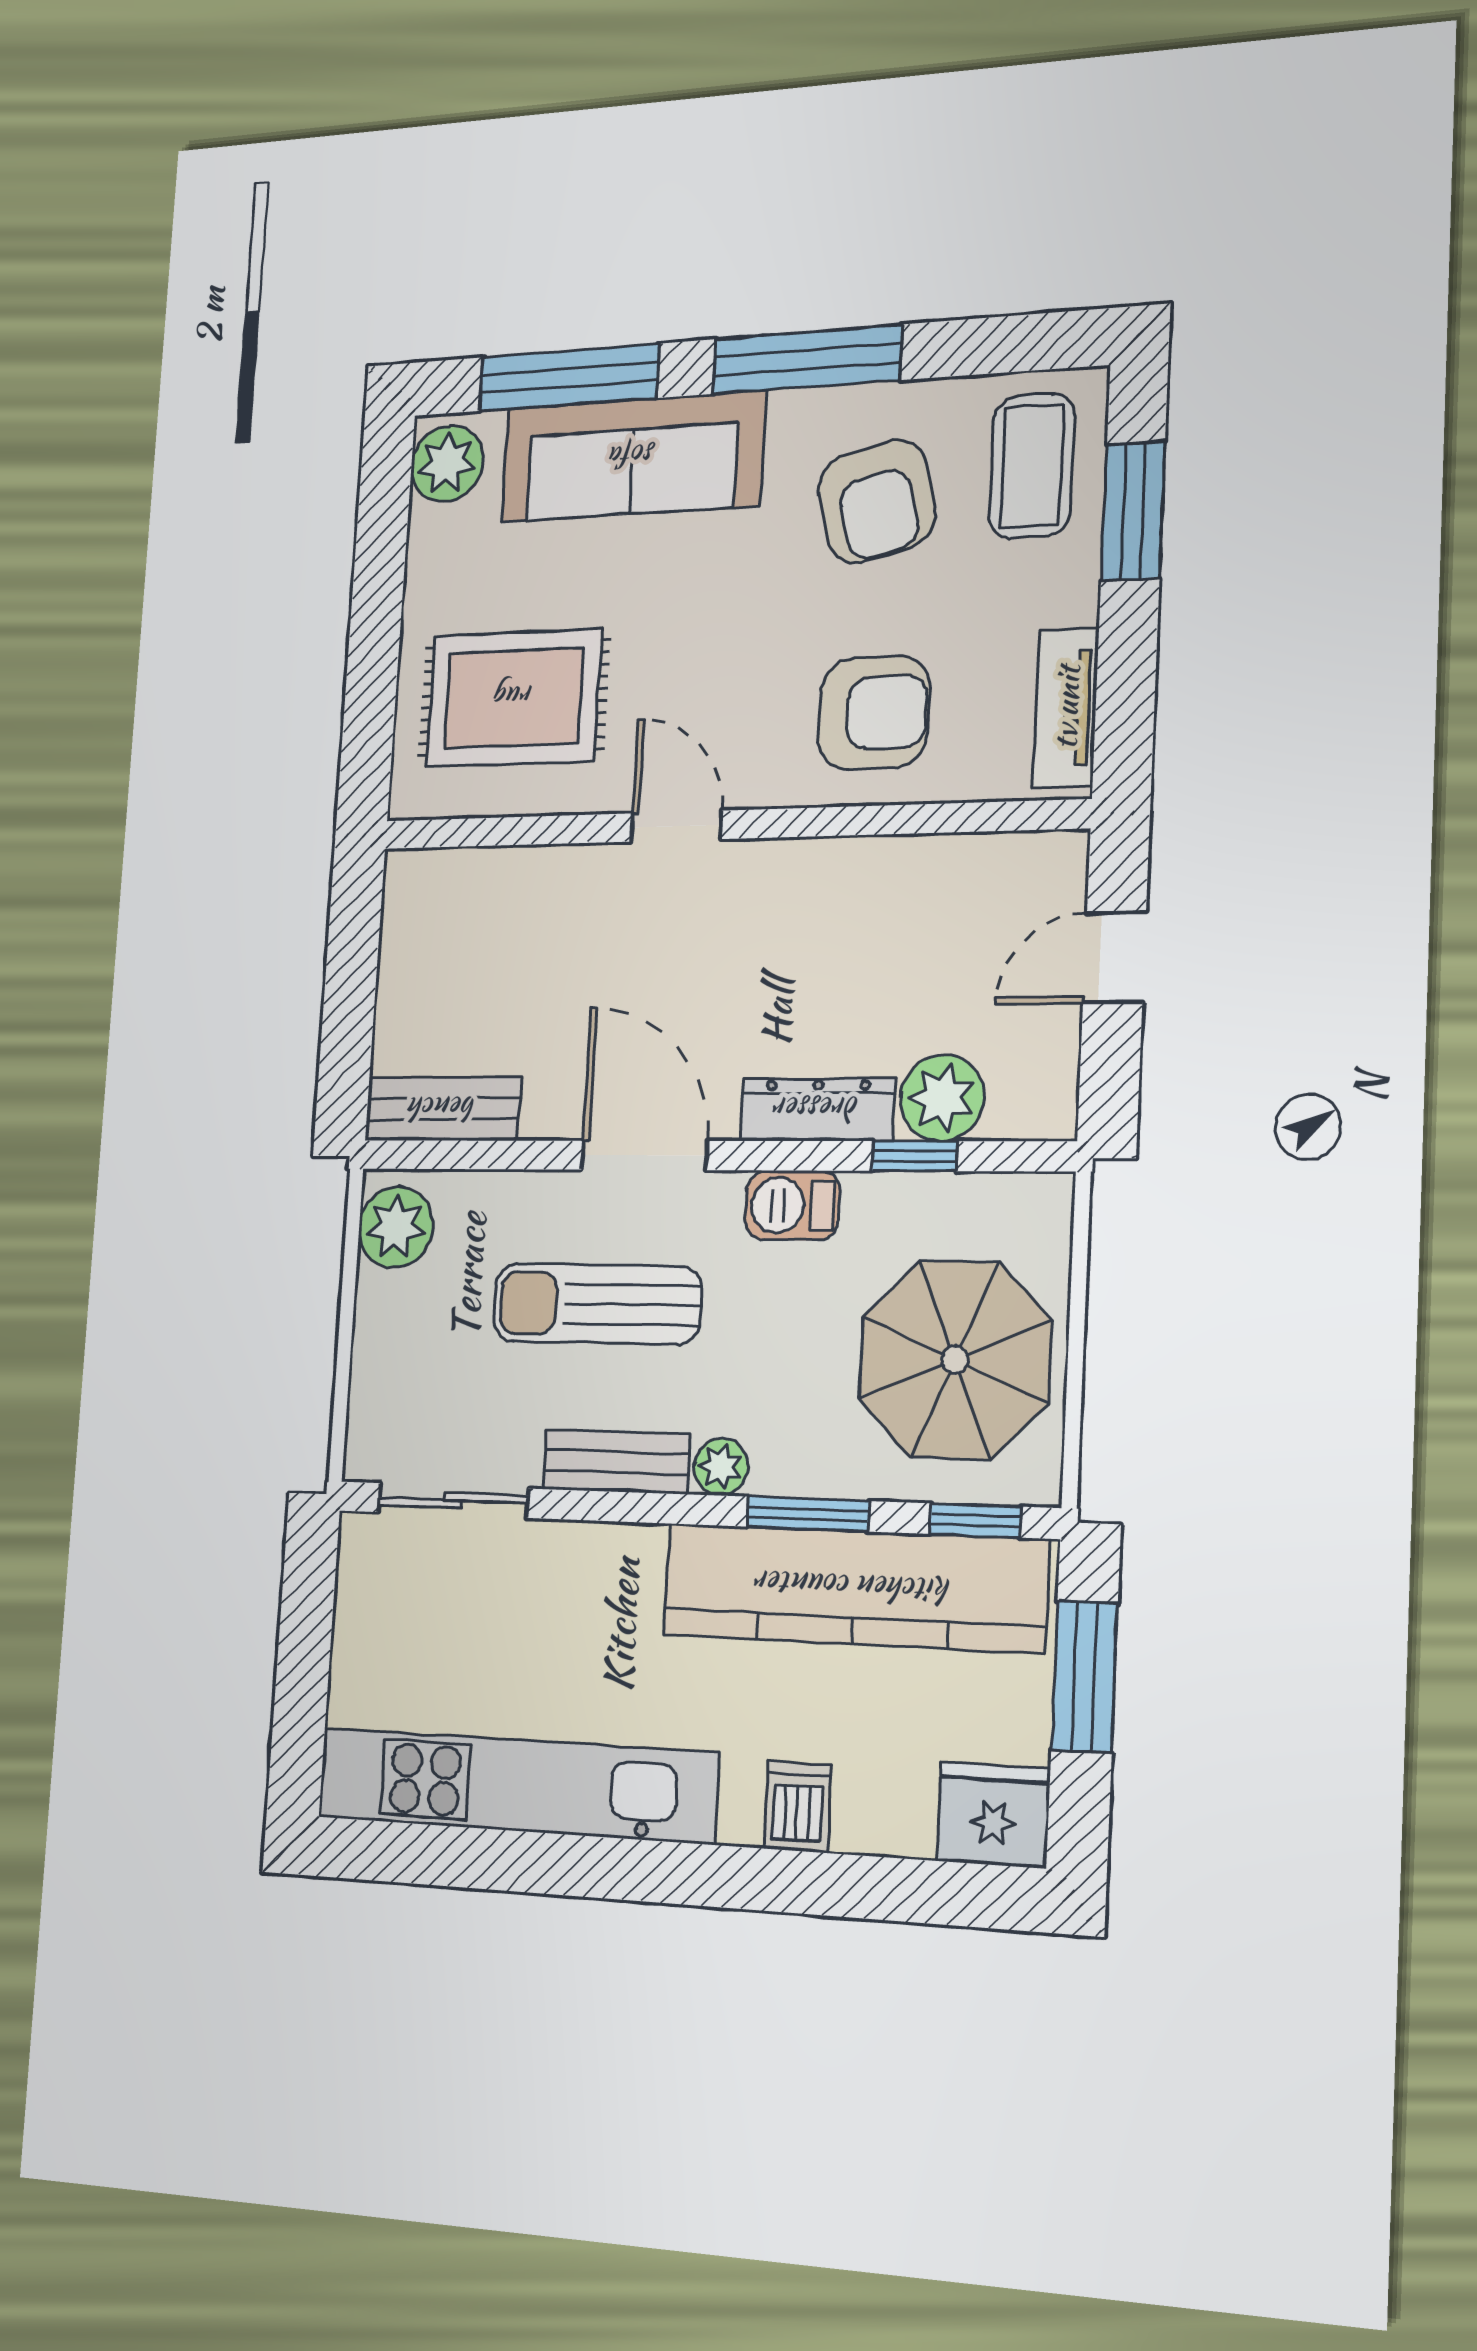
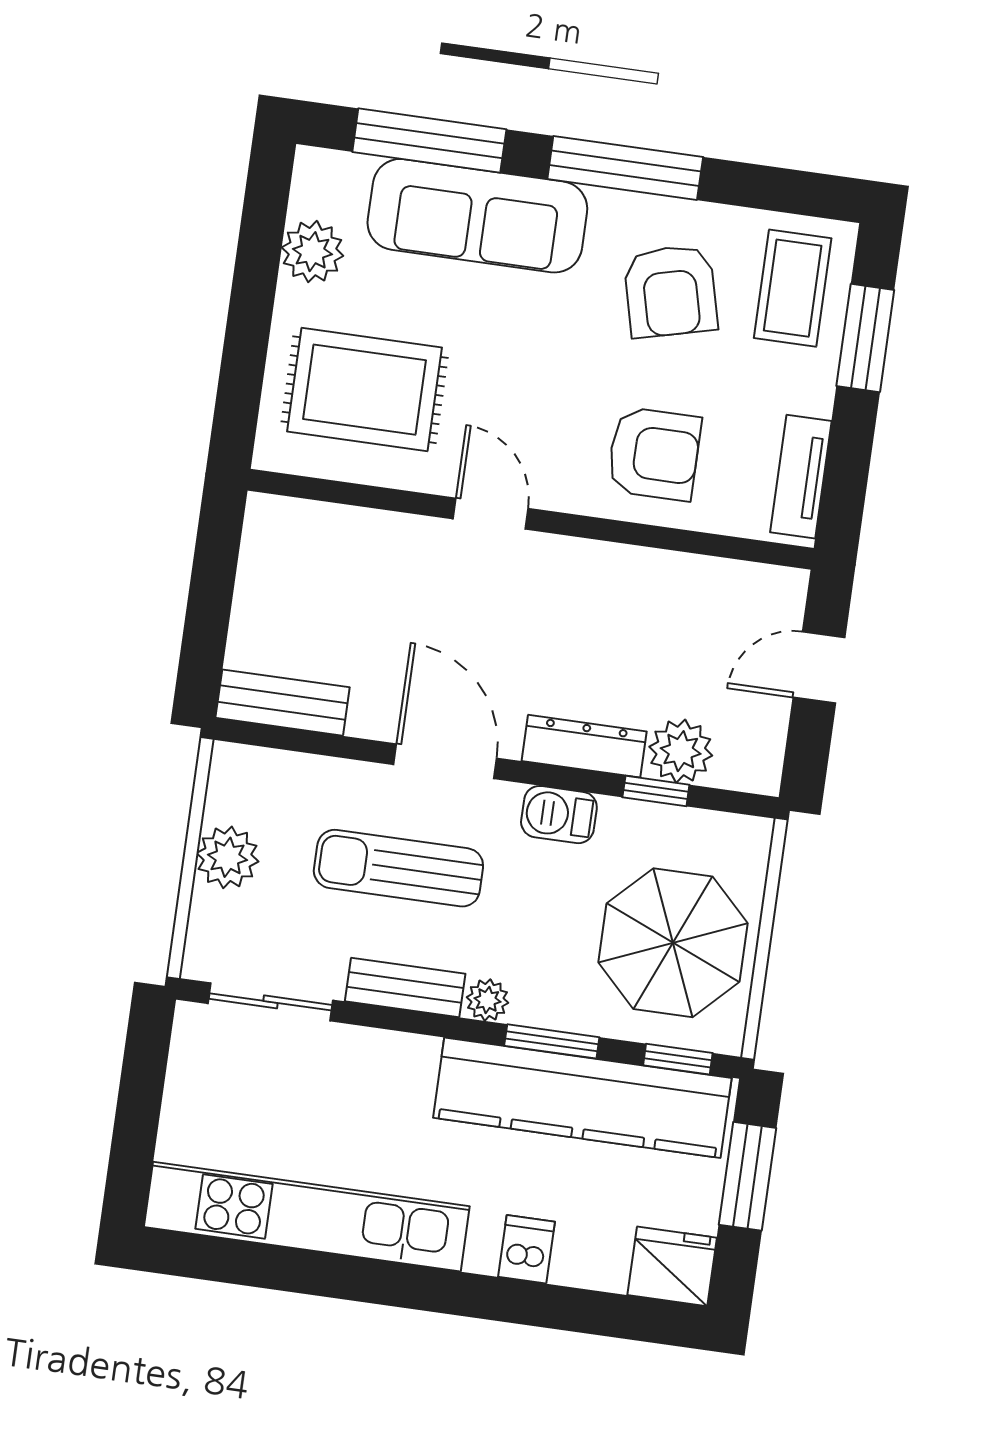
plant: (447, 464) -> (312, 252), moved
plant: (396, 1227) -> (227, 857), moved

